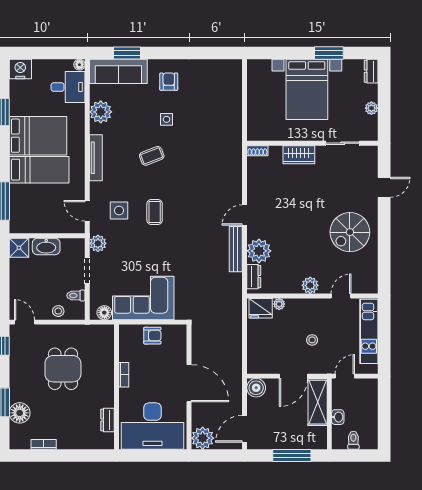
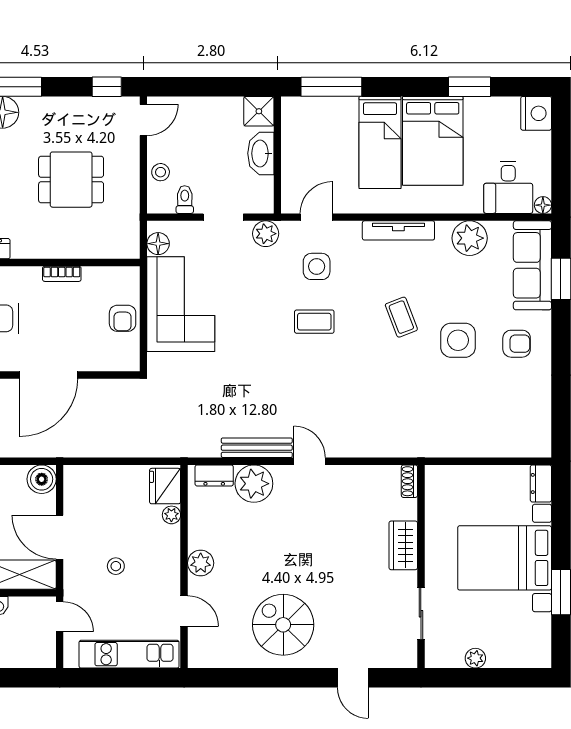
dresser: (371, 71) -> (541, 483), moved, turned -90
side table: (167, 119) -> (458, 340), width x1.87, depth x1.87

